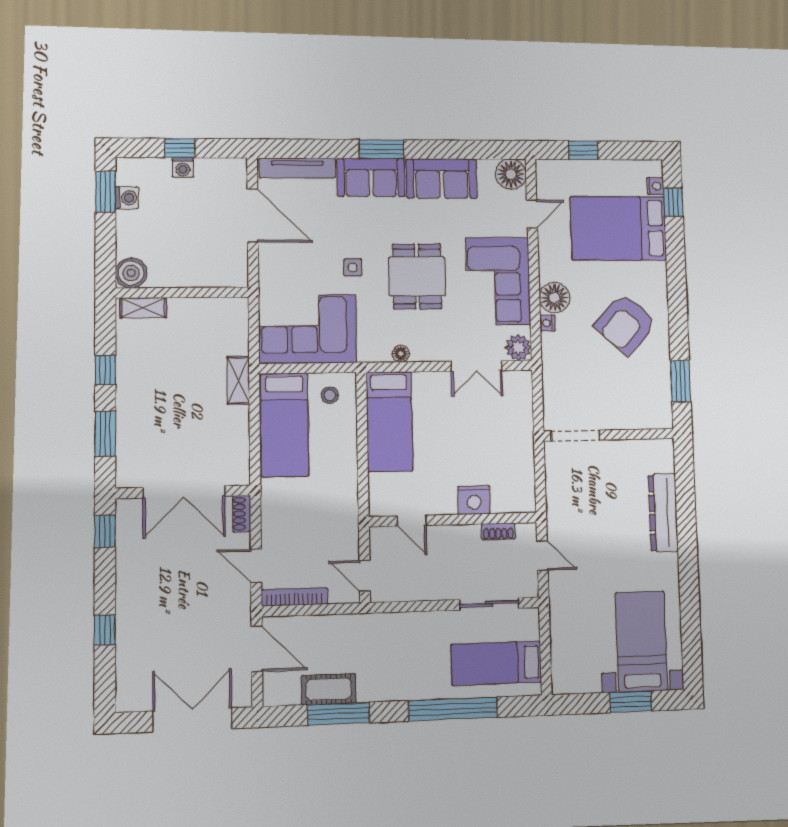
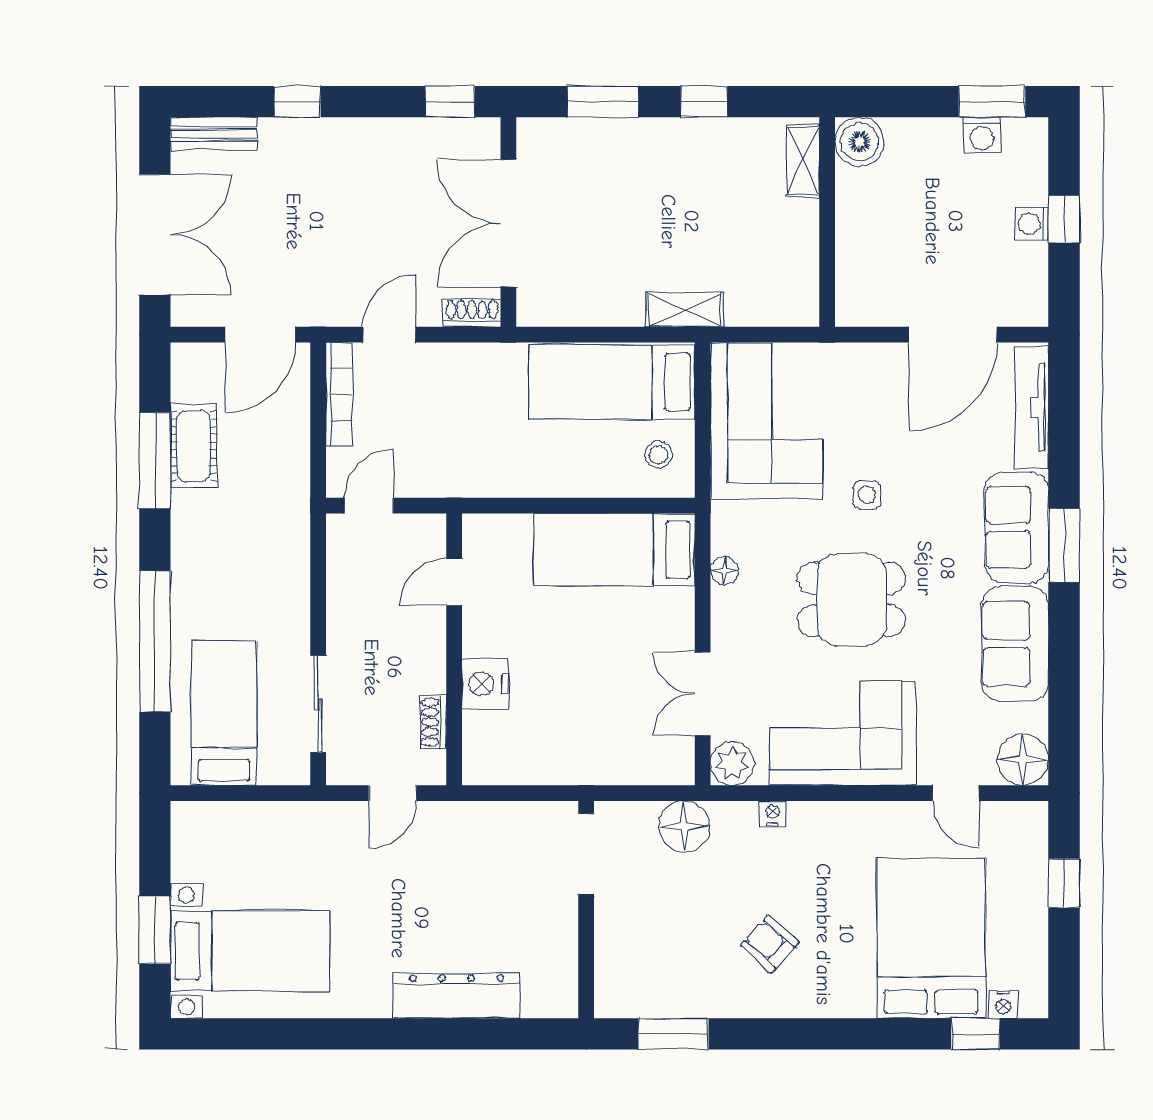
floor lamp: (555, 298) -> (684, 826), moved
armchair: (625, 324) -> (770, 944), width x0.53, depth x0.53
bench: (126, 684) -> (214, 134), added

